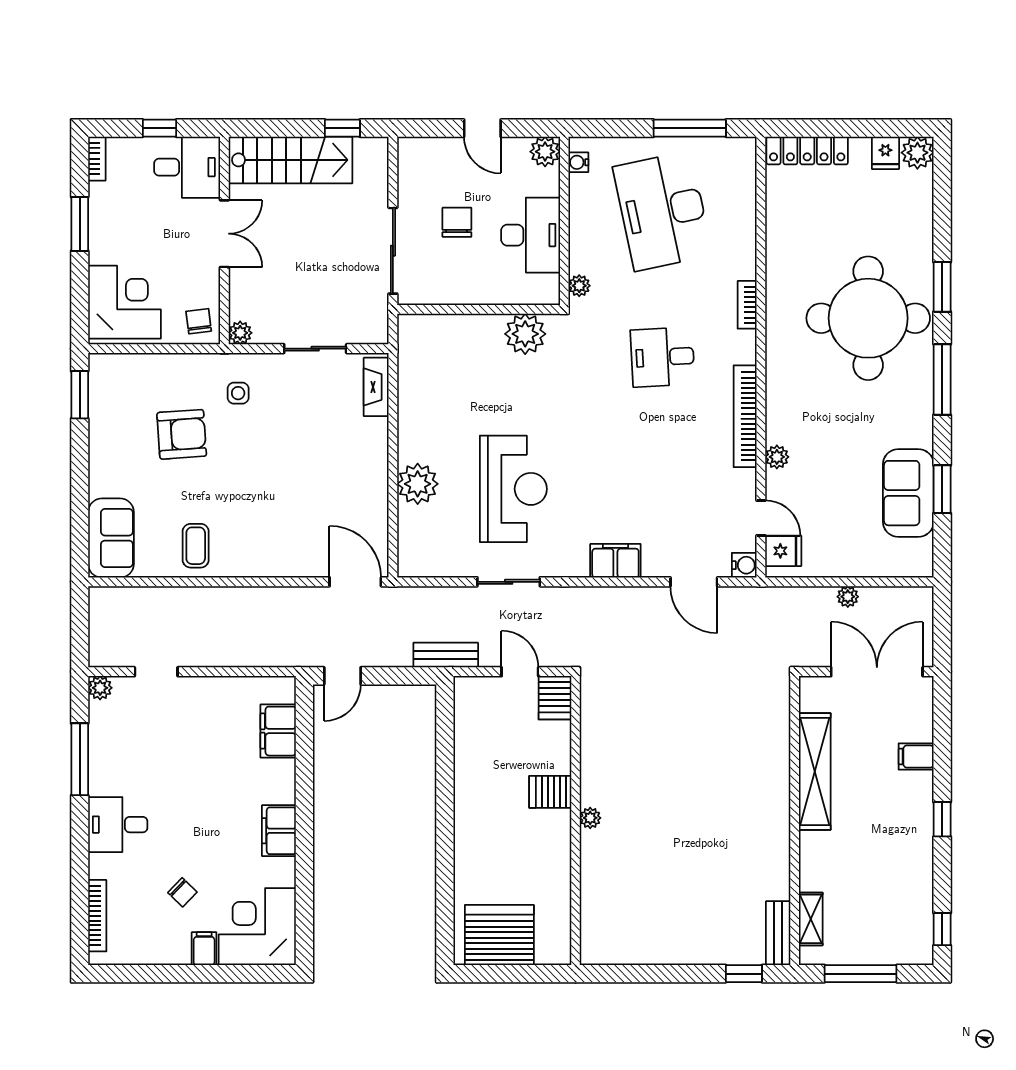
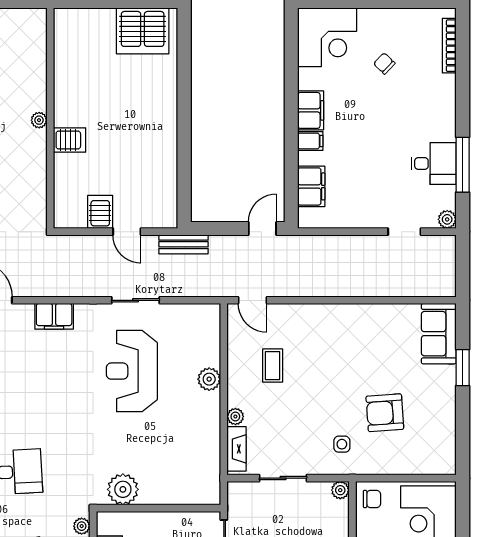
chair: (199, 321) -> (372, 499), turned -83
window: (80, 395) -> (463, 368), moved
plant: (378, 429) -> (235, 417), added
plant: (418, 484) -> (209, 379), width x0.73, depth x0.73
coffee table: (196, 546) -> (273, 366), moved
door: (355, 582) -> (252, 300), width x0.73
server rack: (550, 792) -> (70, 140), moved
plant: (590, 818) -> (39, 120), moved
wall: (575, 821) -> (50, 118), moved
desk: (118, 825) -> (434, 164), moved
filing cabinet: (204, 949) -> (310, 141), moved, turned -90

